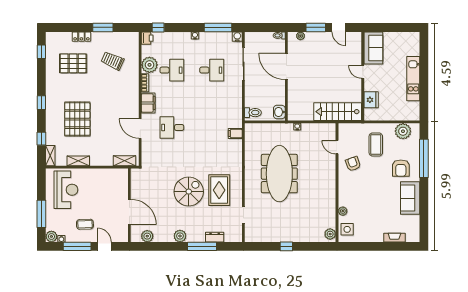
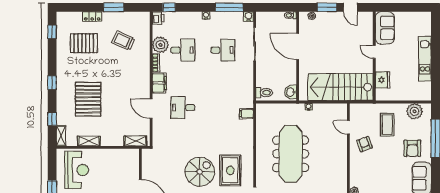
stairs: (338, 112) -> (340, 87), width x1.36, depth x1.51

